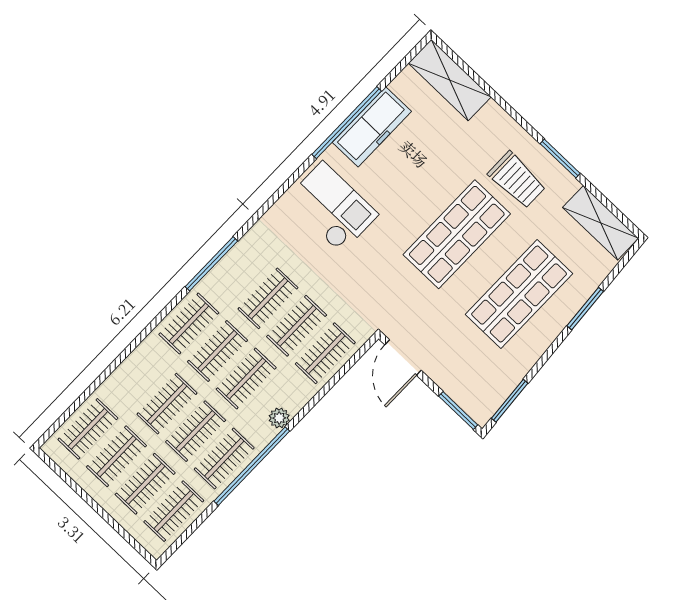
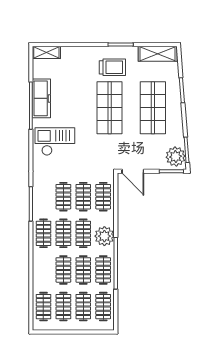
shelving: (450, 80) -> (46, 52), width x0.67, depth x0.75
plant: (485, 395) -> (176, 157), added
plant: (279, 418) -> (104, 236), width x1.88, depth x1.88

